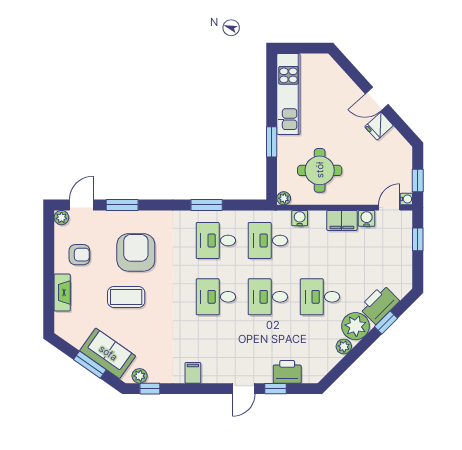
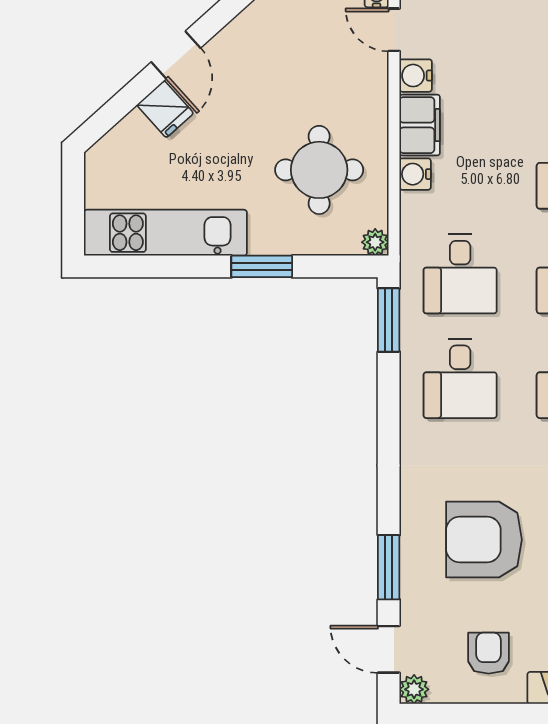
fridge: (379, 126) -> (165, 109), moved
window: (207, 205) -> (389, 320), moved
water cooler: (300, 218) -> (415, 174), moved

